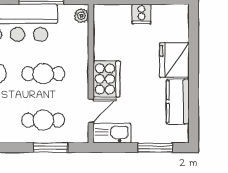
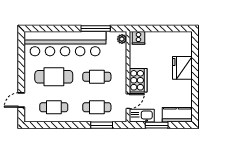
cooker: (141, 14) -> (138, 38), moved
kitchen counter: (178, 102) -> (177, 115), moved, turned 90
window: (155, 148) -> (157, 125), moved

